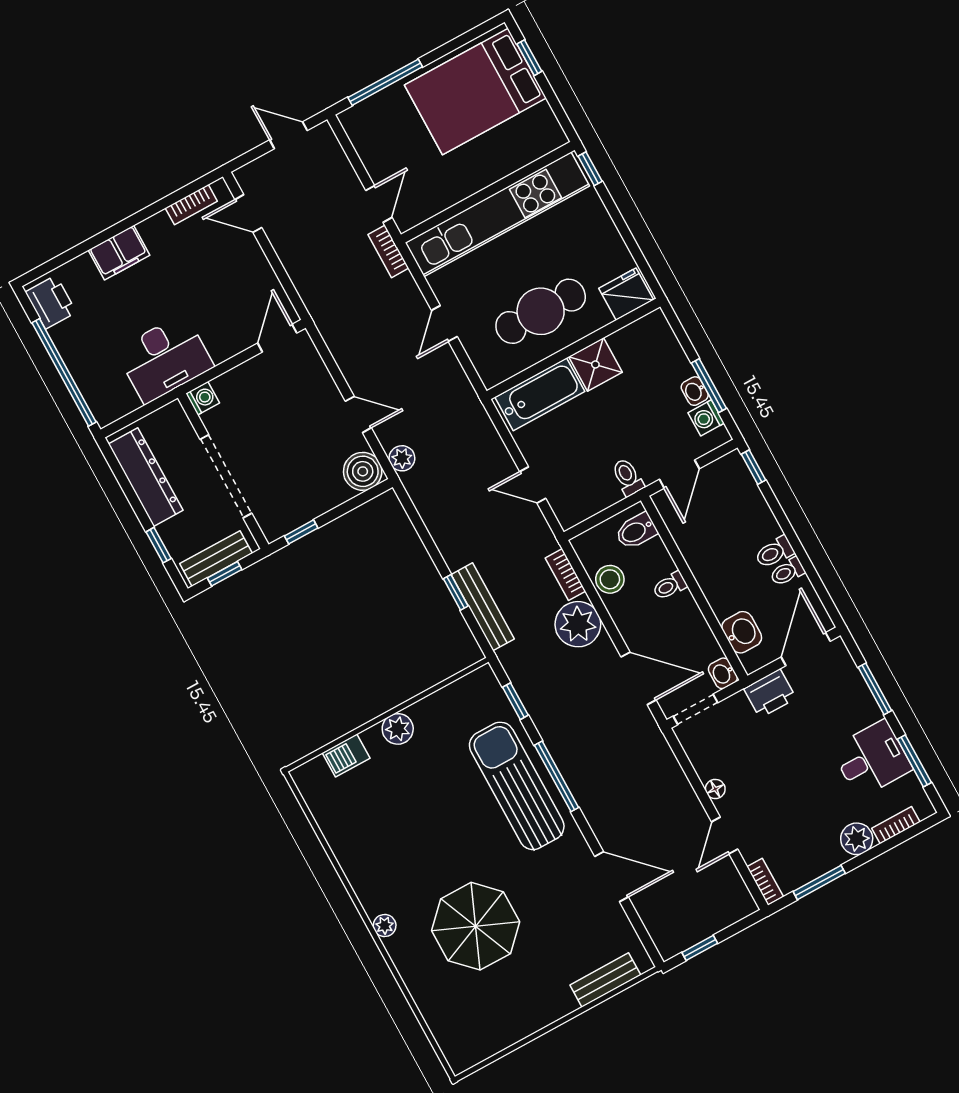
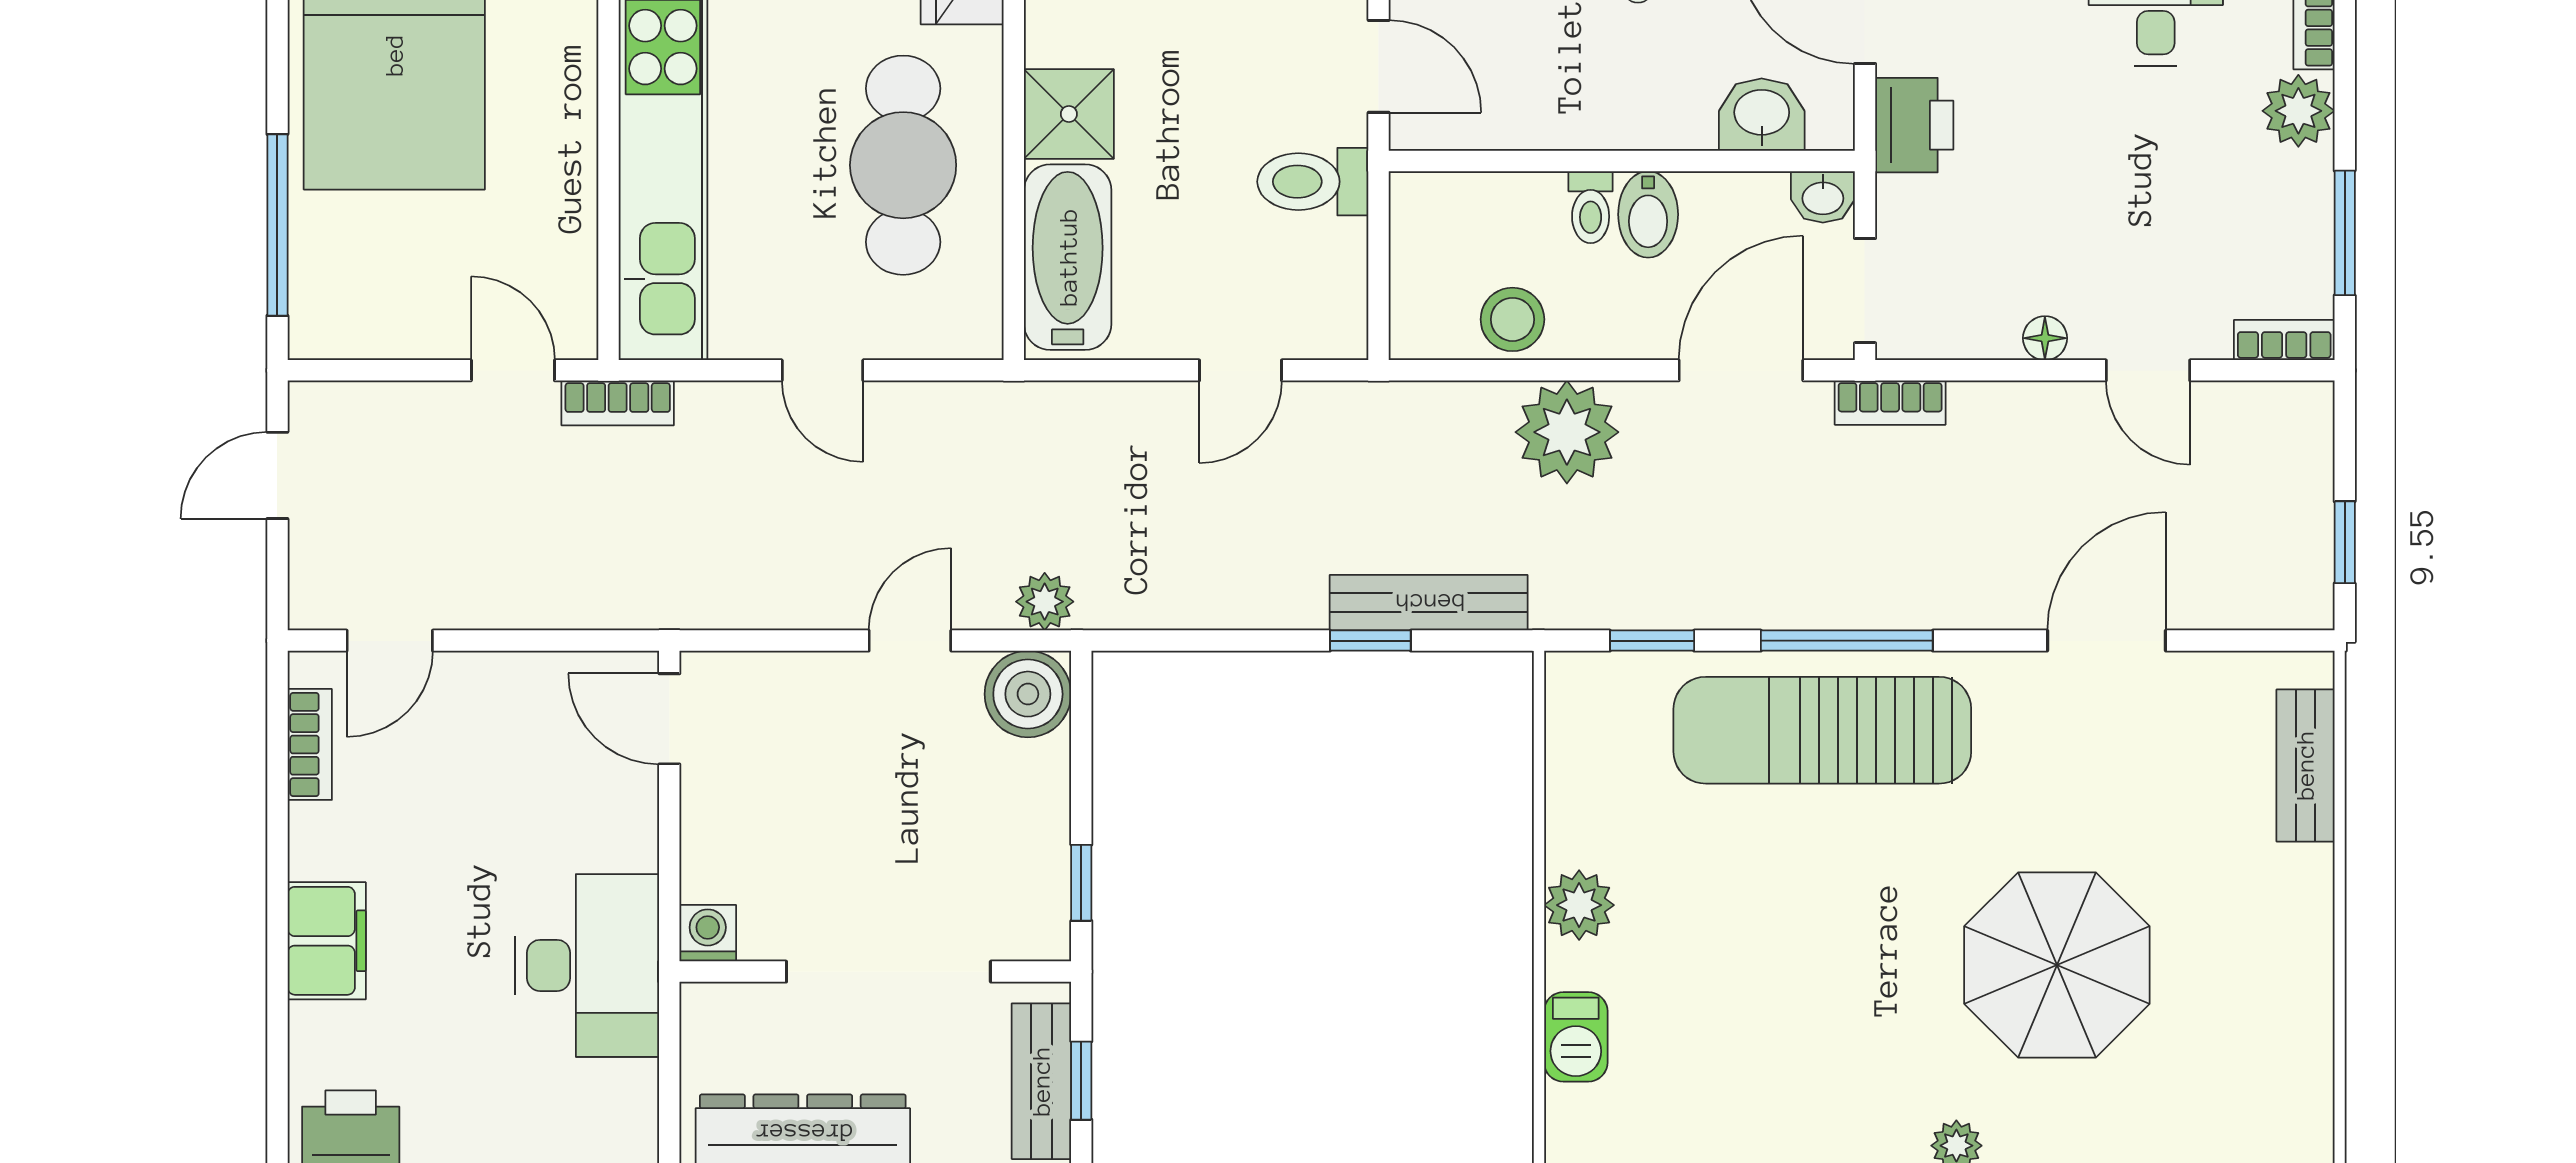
toilet: (628, 477) -> (1313, 182), width x1.37, depth x1.39
bidet: (636, 531) -> (1648, 214), moved
bookcase: (565, 575) -> (1890, 403), moved

